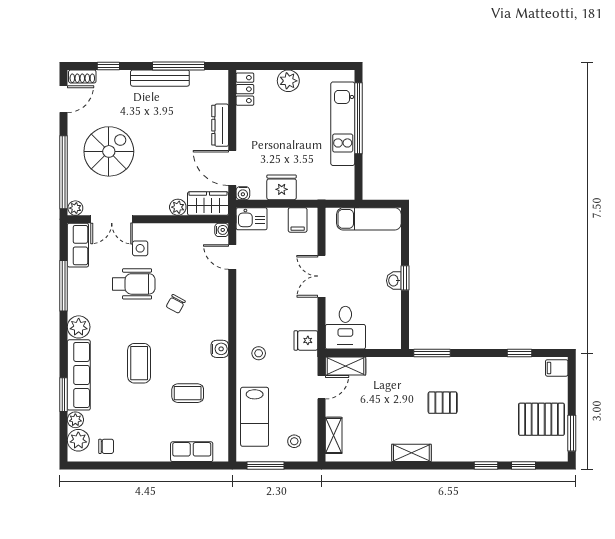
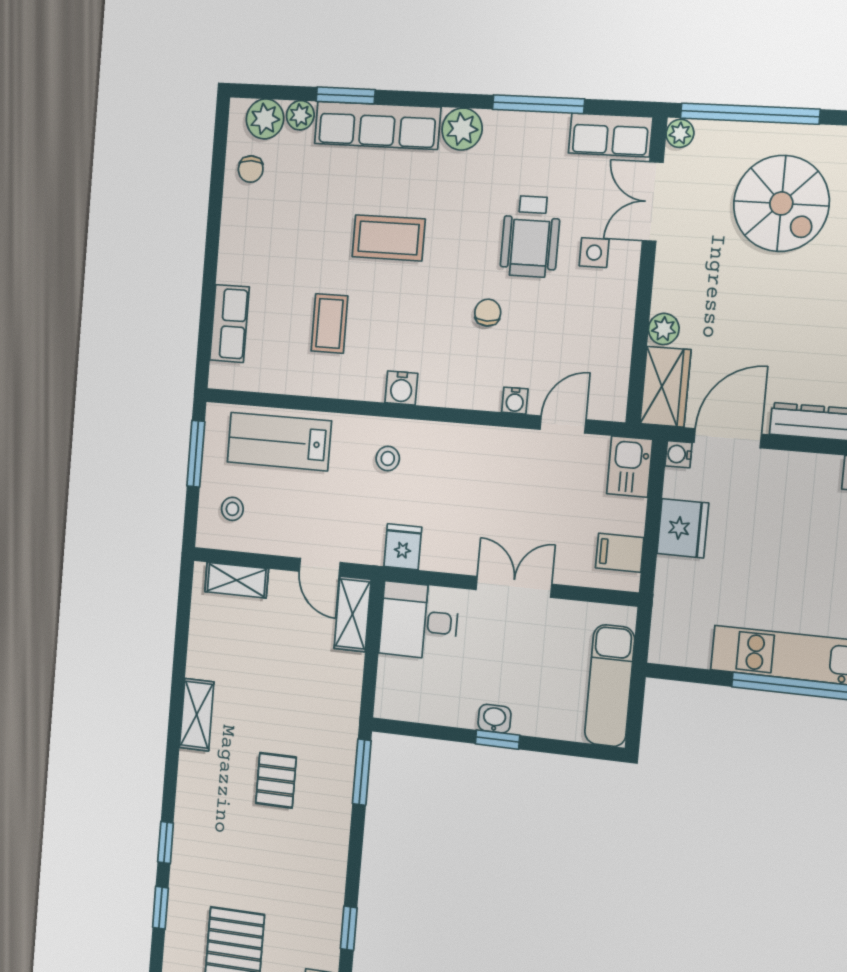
water cooler: (222, 230) -> (515, 401), moved
chair: (176, 304) -> (488, 313), turned 62

